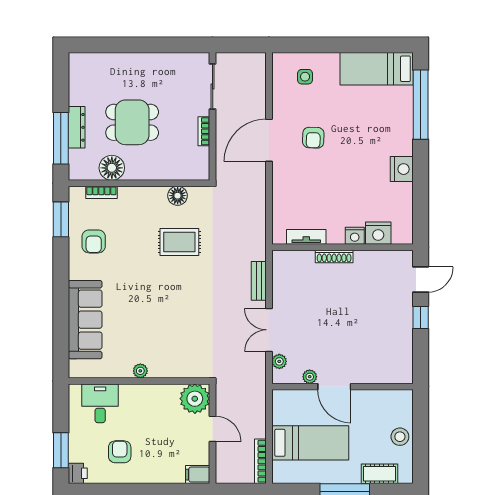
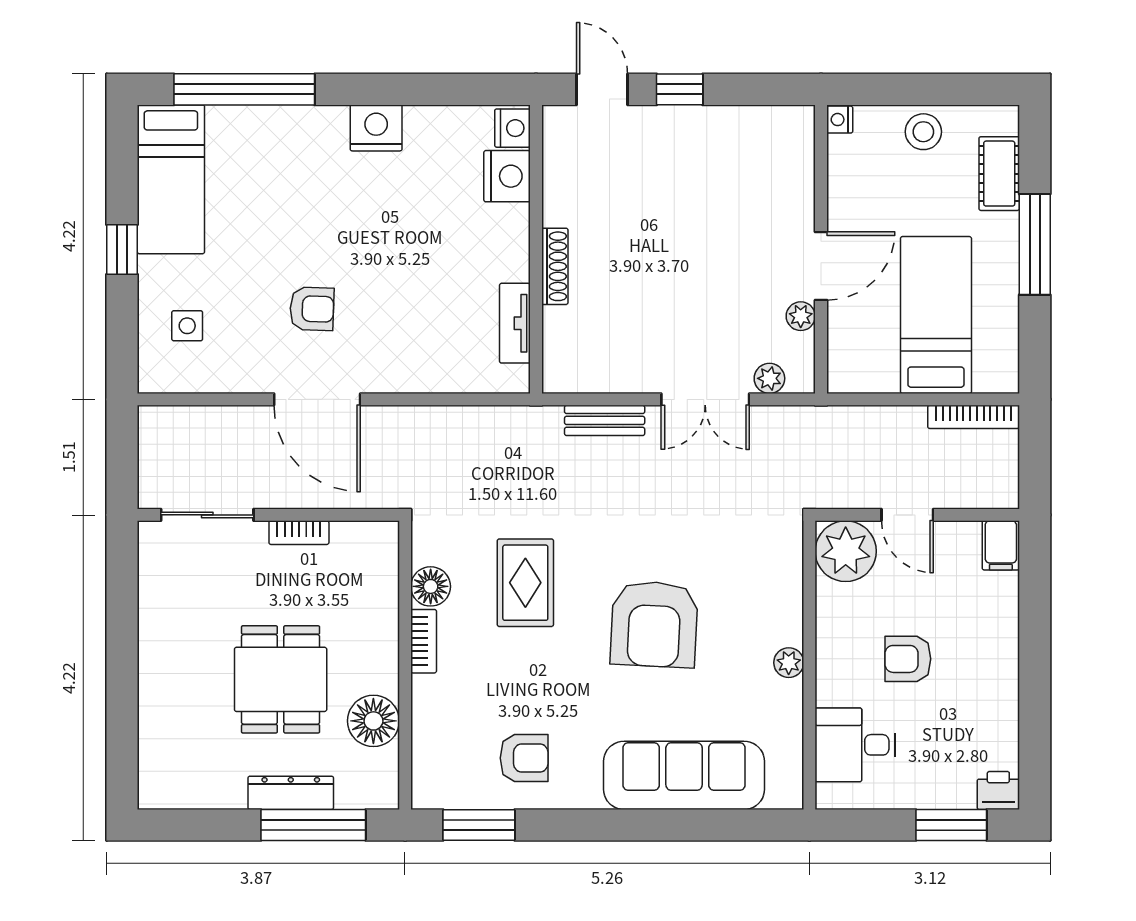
window: (342, 45) -> (122, 249), added
bookcase: (101, 192) -> (424, 641), moved
nightstand: (355, 236) -> (513, 128), moved
armchair: (159, 305) -> (654, 624), added
nightstand: (406, 396) -> (840, 120), added
door: (213, 429) -> (907, 515), swing flipped
armchair: (120, 452) -> (908, 659), moved

